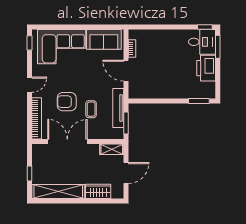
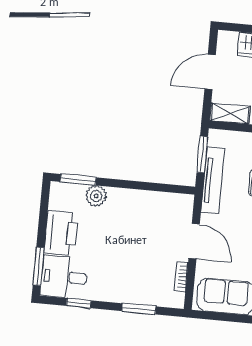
window: (155, 27) -> (139, 309), added
window: (205, 27) -> (79, 303), moved
plant: (187, 92) -> (96, 196), added

